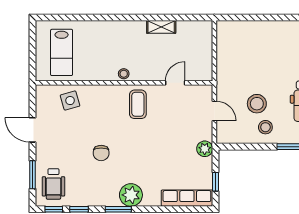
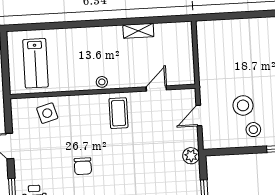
door: (214, 111) -> (199, 116), swing flipped

